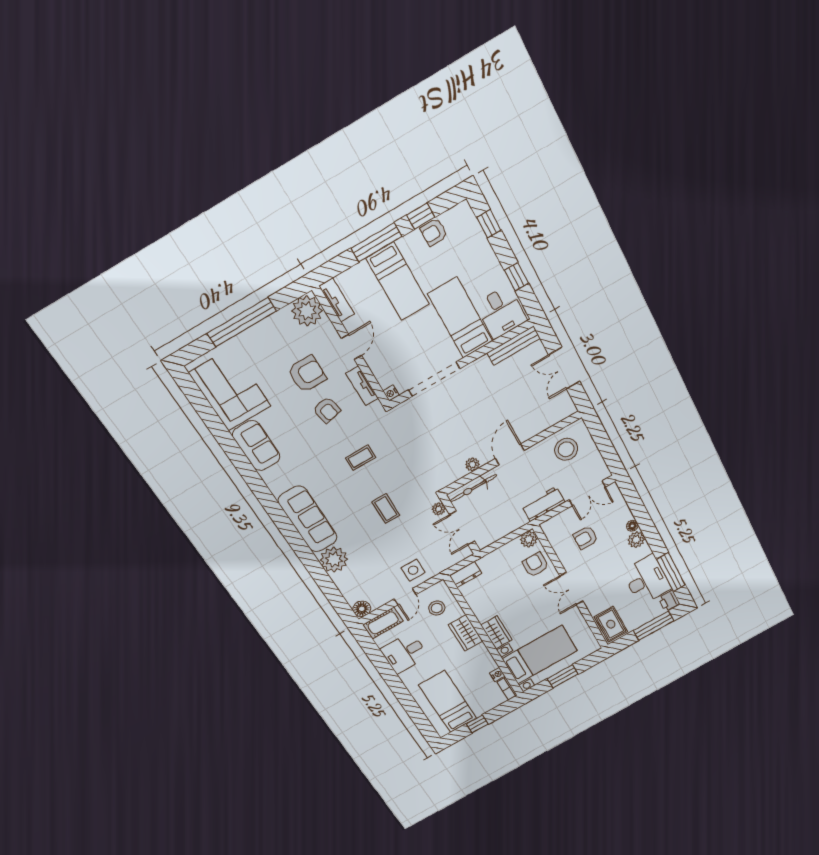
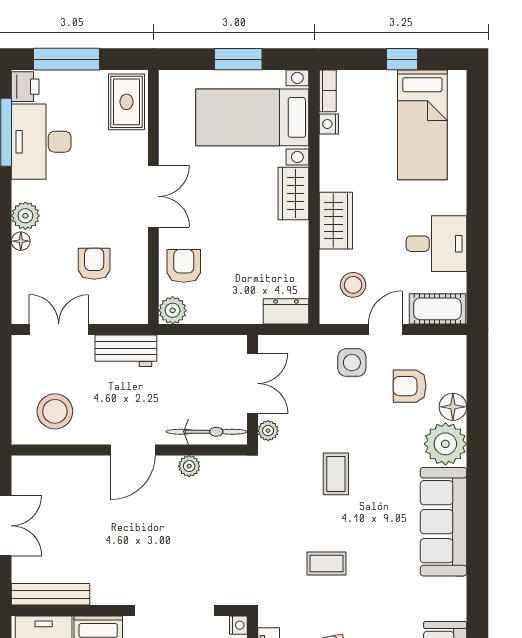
armchair: (586, 538) -> (94, 264), turned -90
armchair: (535, 565) -> (184, 266), turned 180
armchair: (373, 577) -> (410, 386), added
floor lamp: (362, 609) -> (453, 407), moved

